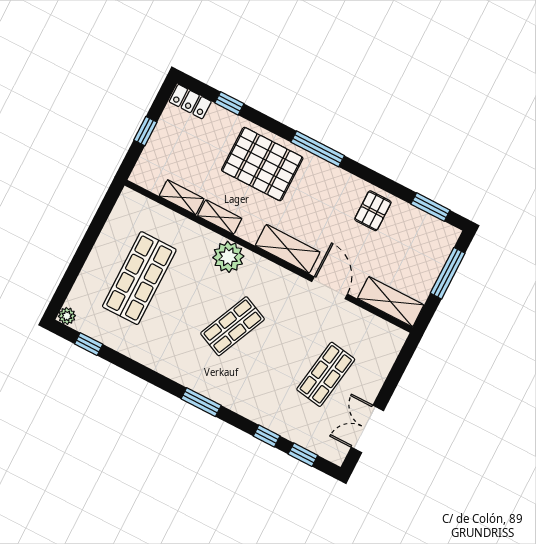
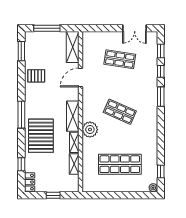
shelving: (288, 249) -> (73, 116), moved
window: (201, 402) -> (161, 97), moved

